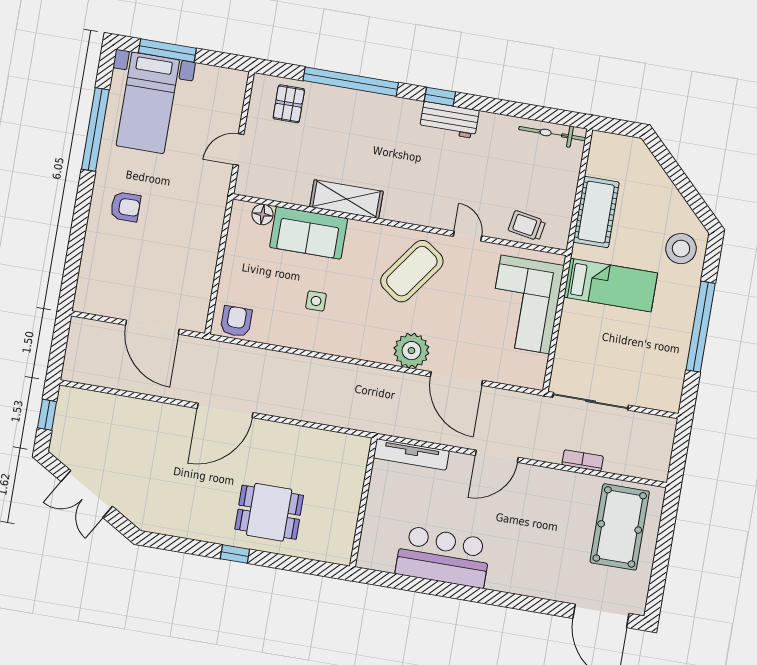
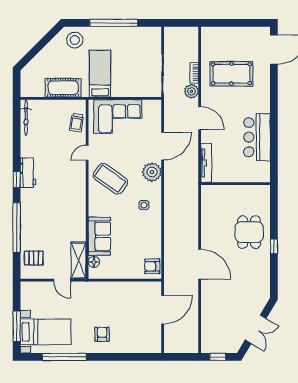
shelving: (346, 199) -> (78, 260), moved
side table: (316, 301) -> (144, 205), moved
plant: (549, 449) -> (191, 91), added
pool table: (620, 527) -> (231, 74), moved

